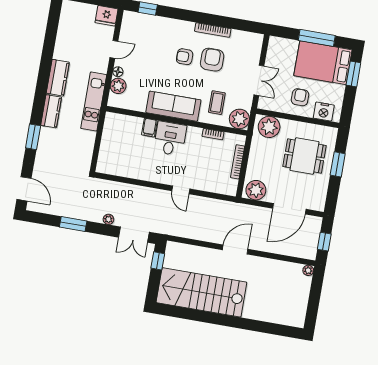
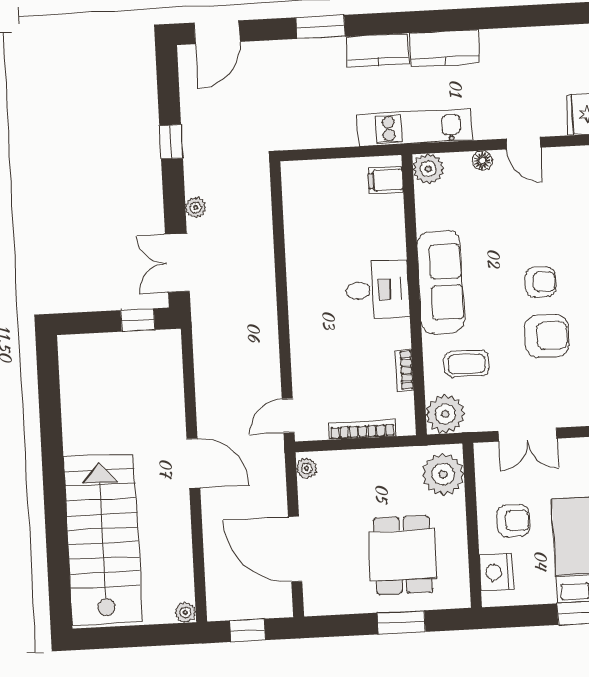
armchair: (185, 57) -> (540, 282), turned 90
plant: (118, 86) -> (428, 169), moved
filing cabinet: (149, 128) -> (386, 180), moved
door: (181, 190) -> (288, 416), moved
plant: (256, 190) -> (307, 468), width x0.53, depth x0.53
window: (73, 224) -> (171, 142), width x0.67
stairs: (201, 292) -> (103, 540), moved

